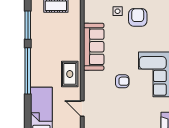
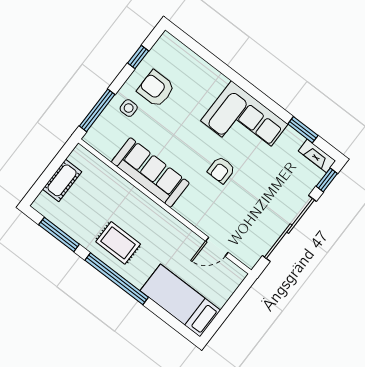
rug: (70, 74) -> (118, 243), moved
armchair: (122, 81) -> (221, 170), turned 180

